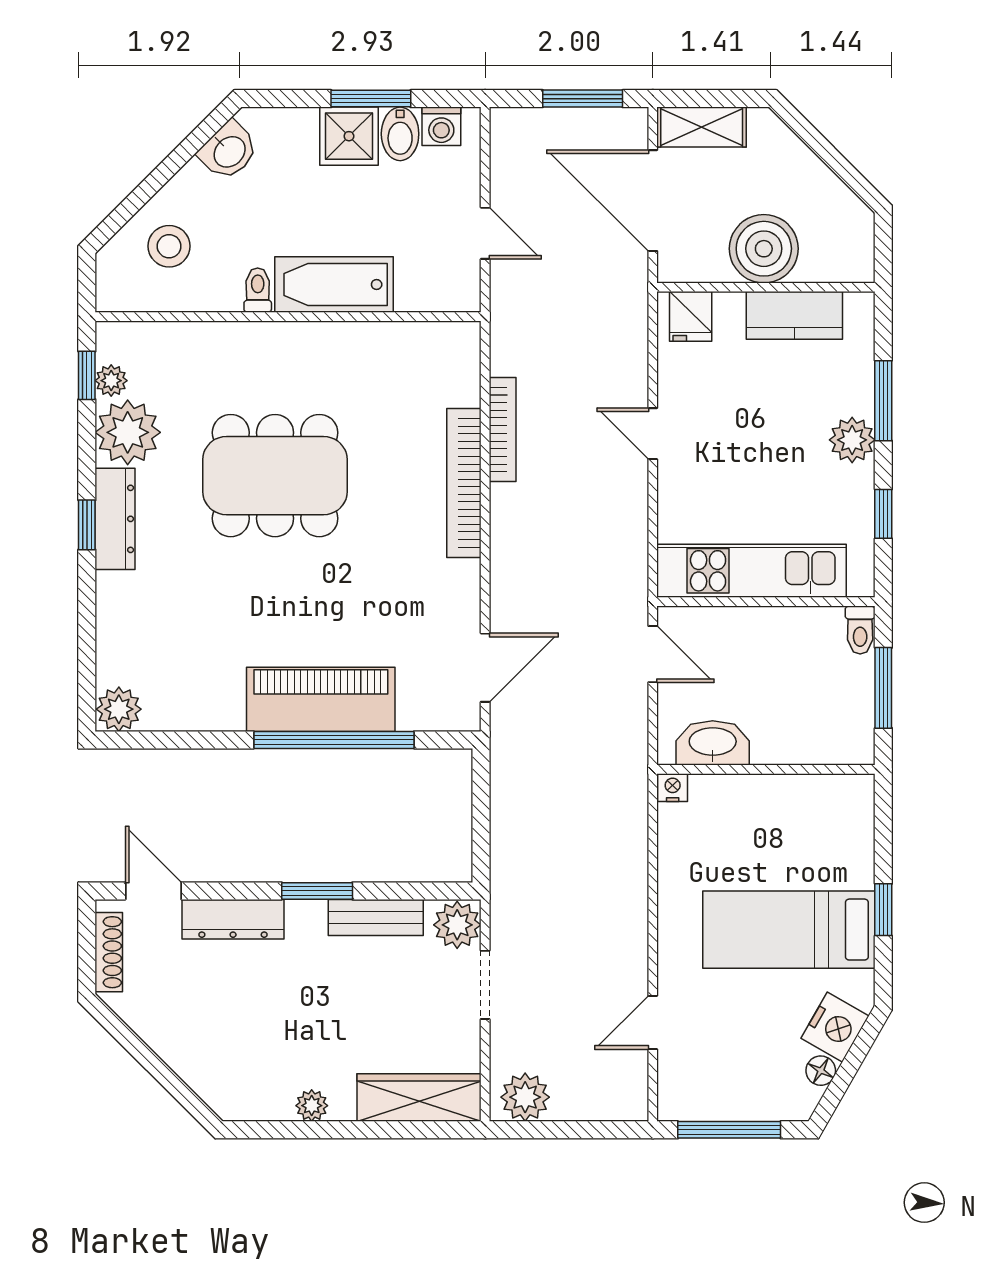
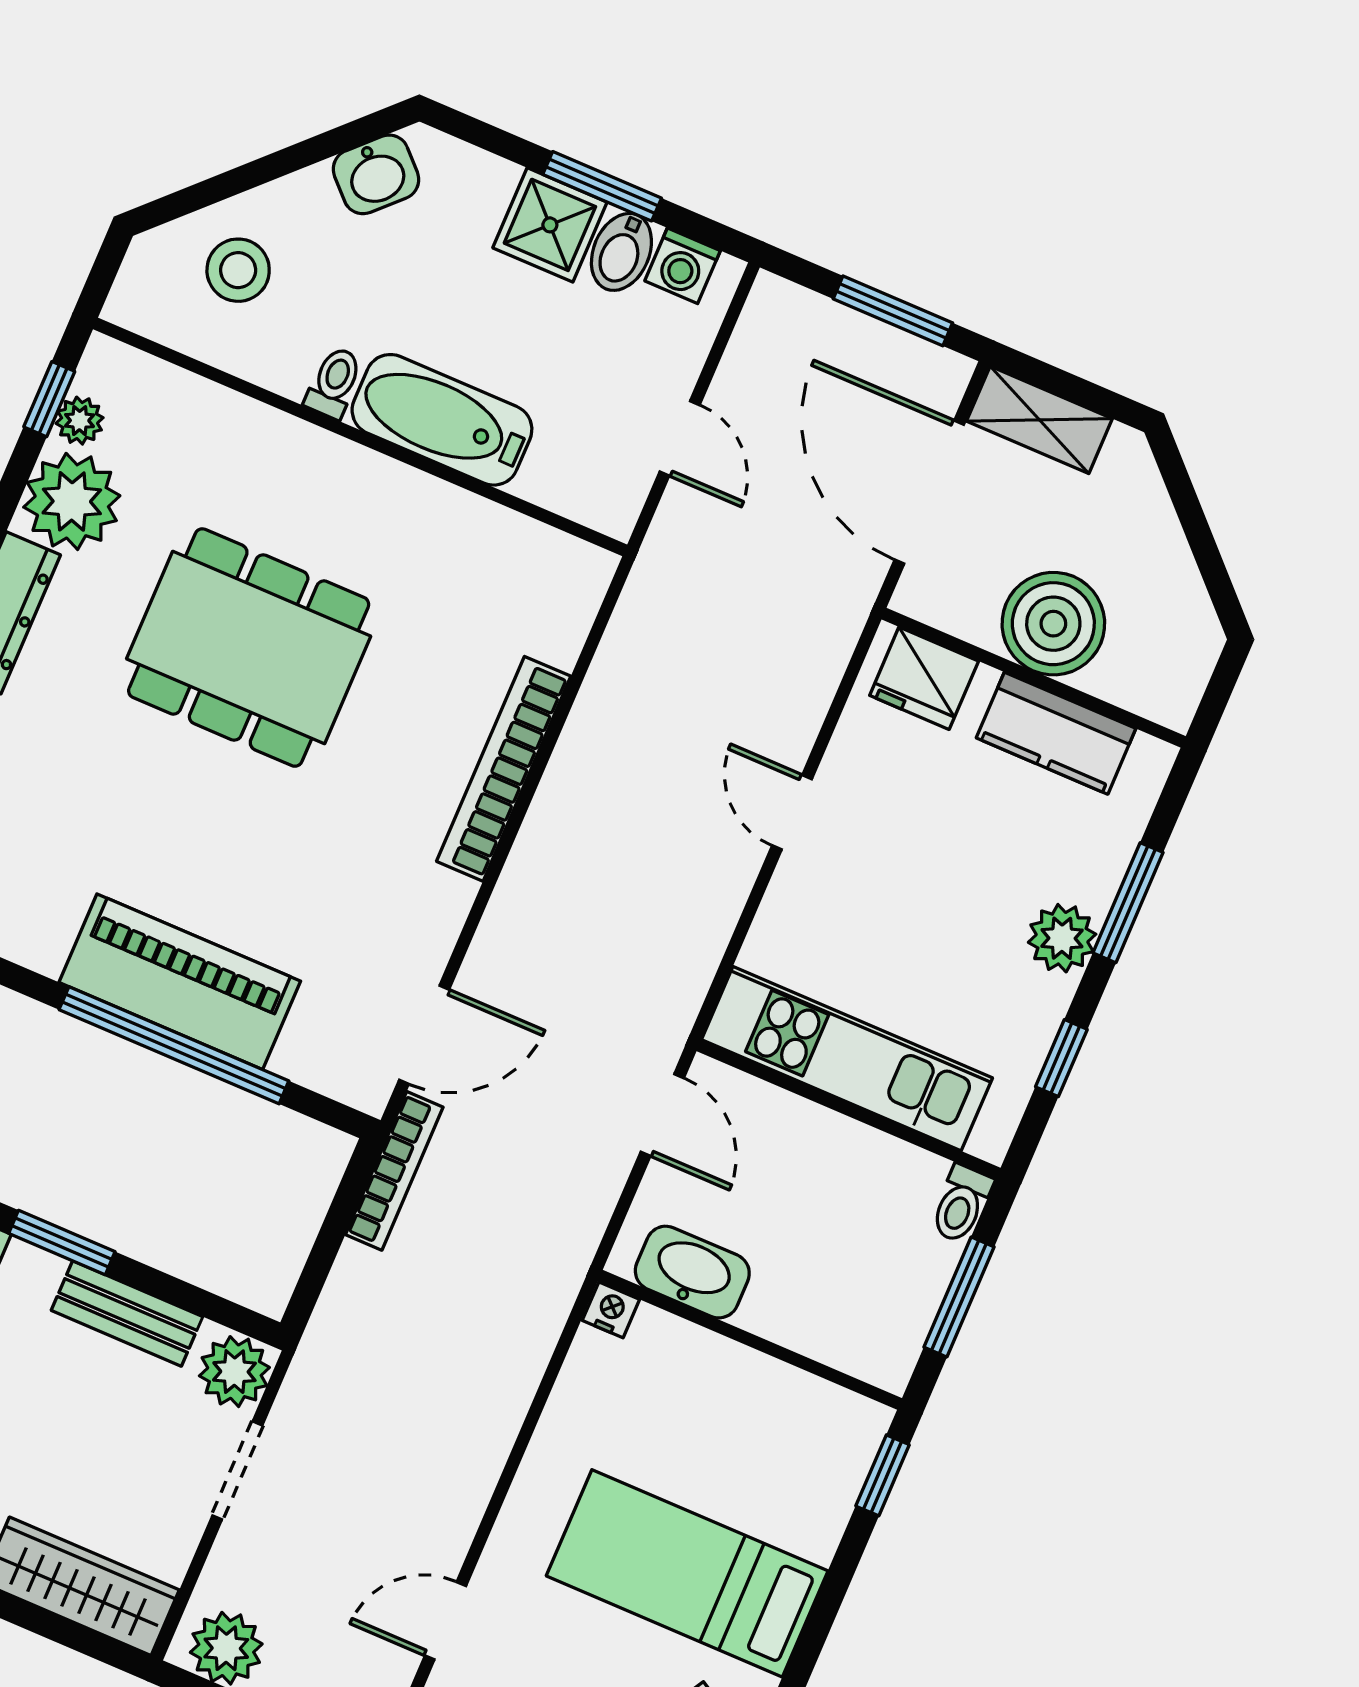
fridge: (691, 316) -> (924, 678), width x1.38
bookcase: (503, 429) -> (394, 1171), moved
window: (883, 910) -> (883, 1475), moved

